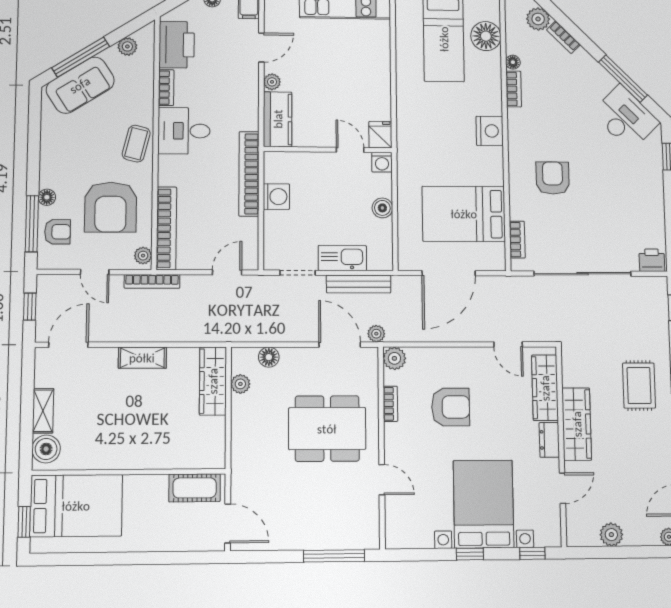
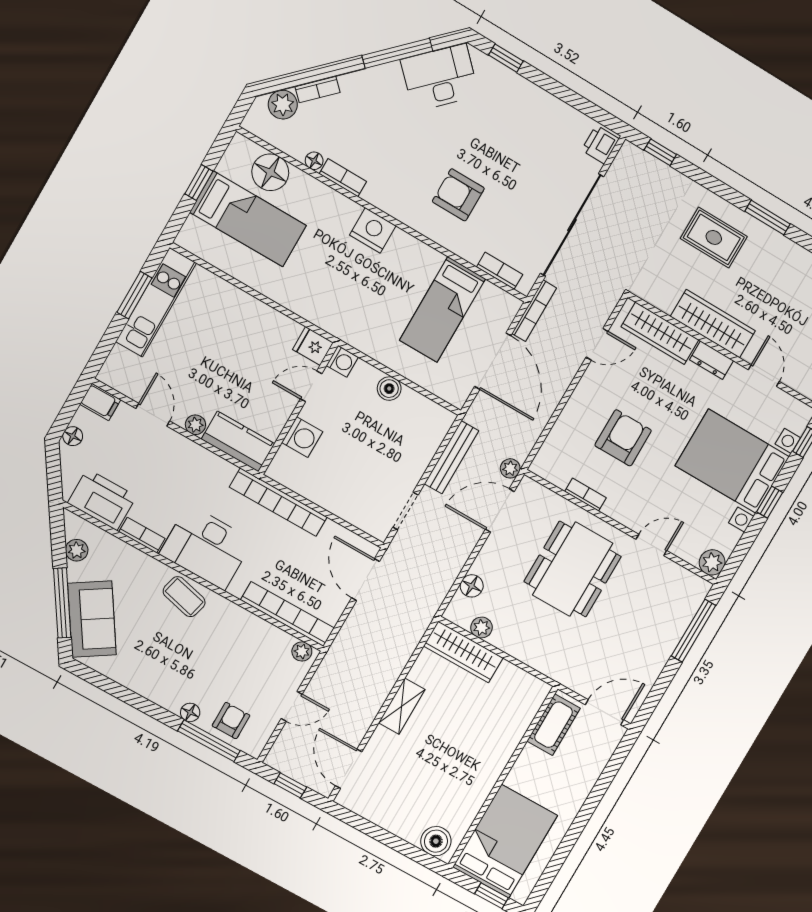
desk: (184, 131) -> (206, 547), width x1.37
washing machine: (276, 197) -> (302, 437), moved, turned 90
armchair: (111, 207) -> (235, 657), removed
bed: (464, 214) -> (442, 310), width x0.67
kitchen sink: (342, 258) -> (416, 458), removed
door: (227, 272) -> (365, 580), width x1.38
bookcase: (152, 281) -> (534, 311), moved
plant: (394, 358) -> (712, 562), moved
shelving: (43, 411) -> (398, 825), removed

